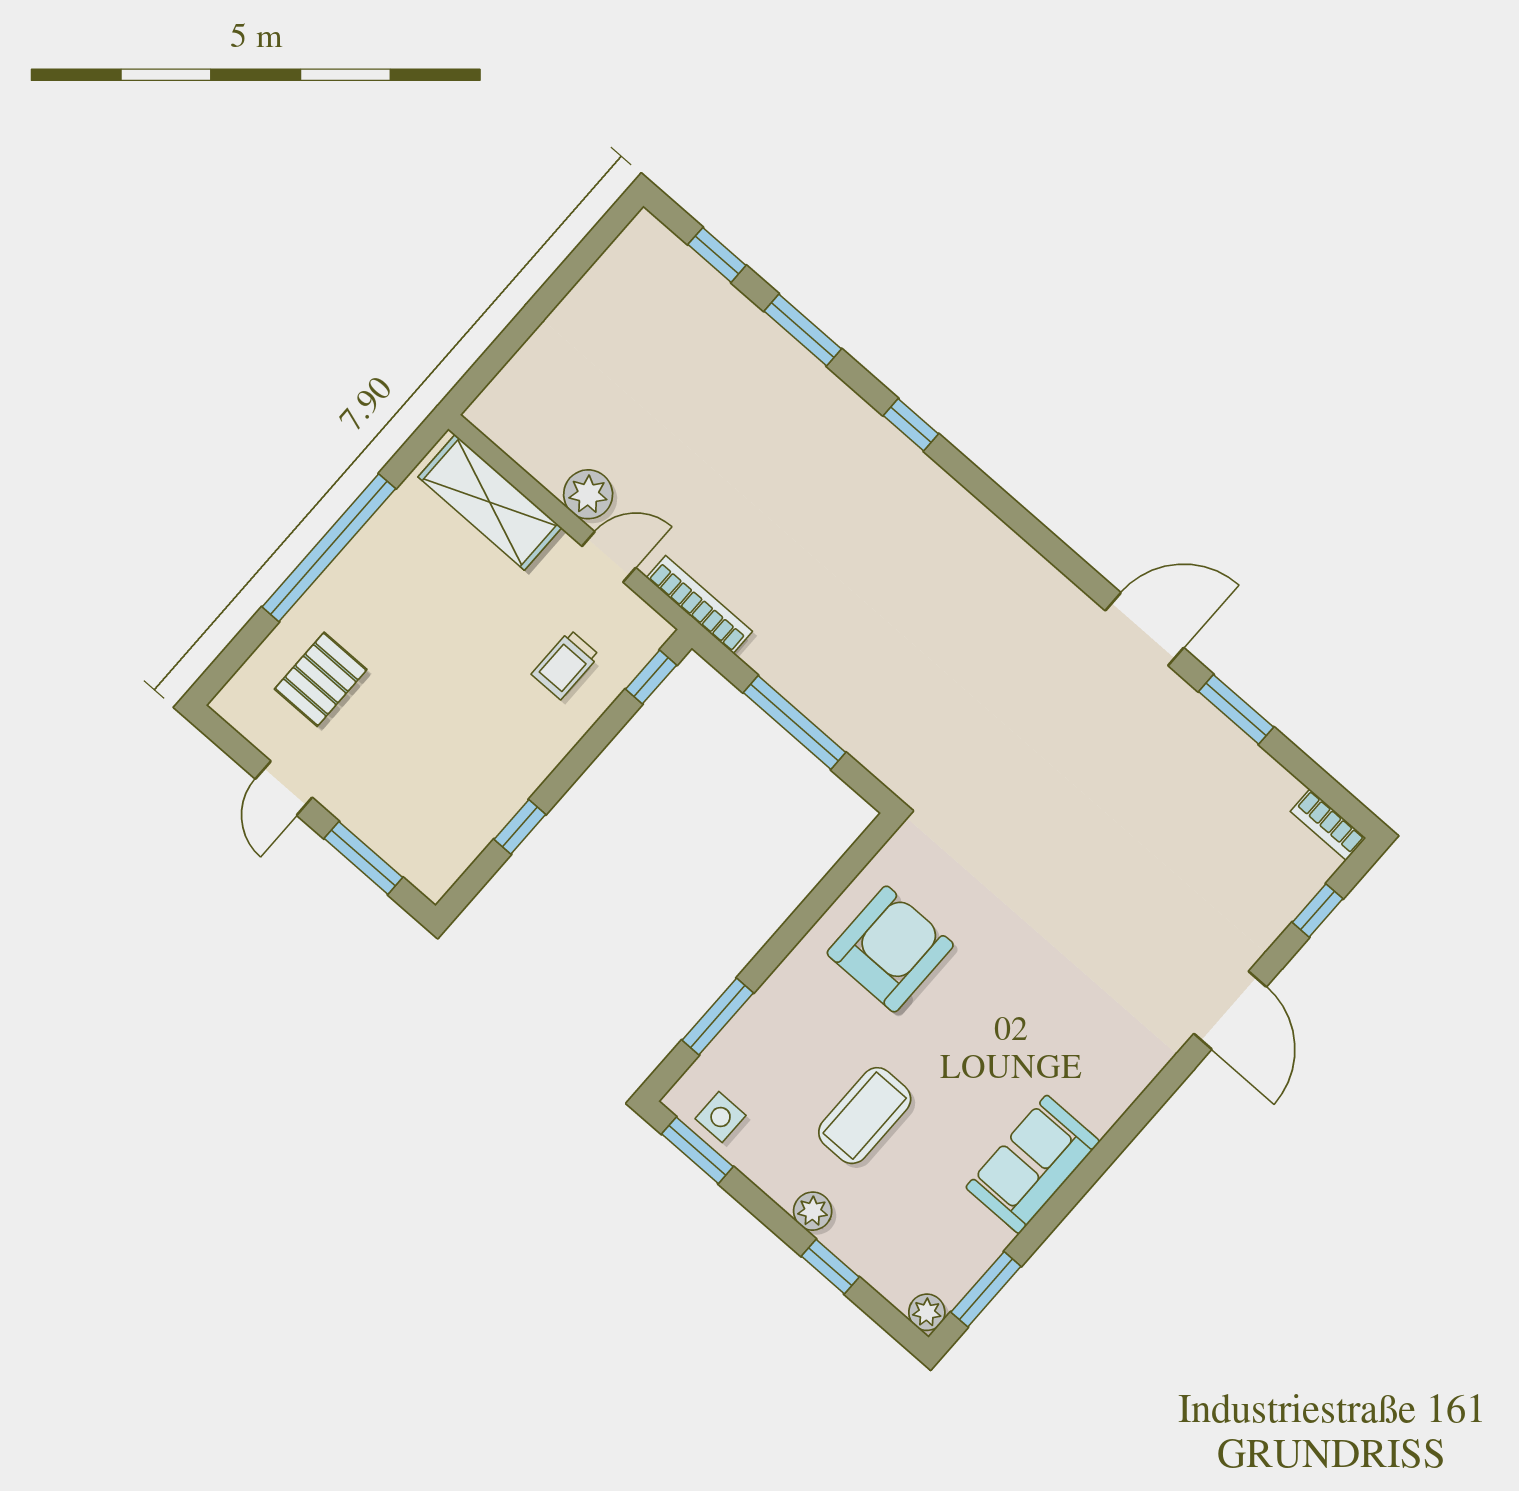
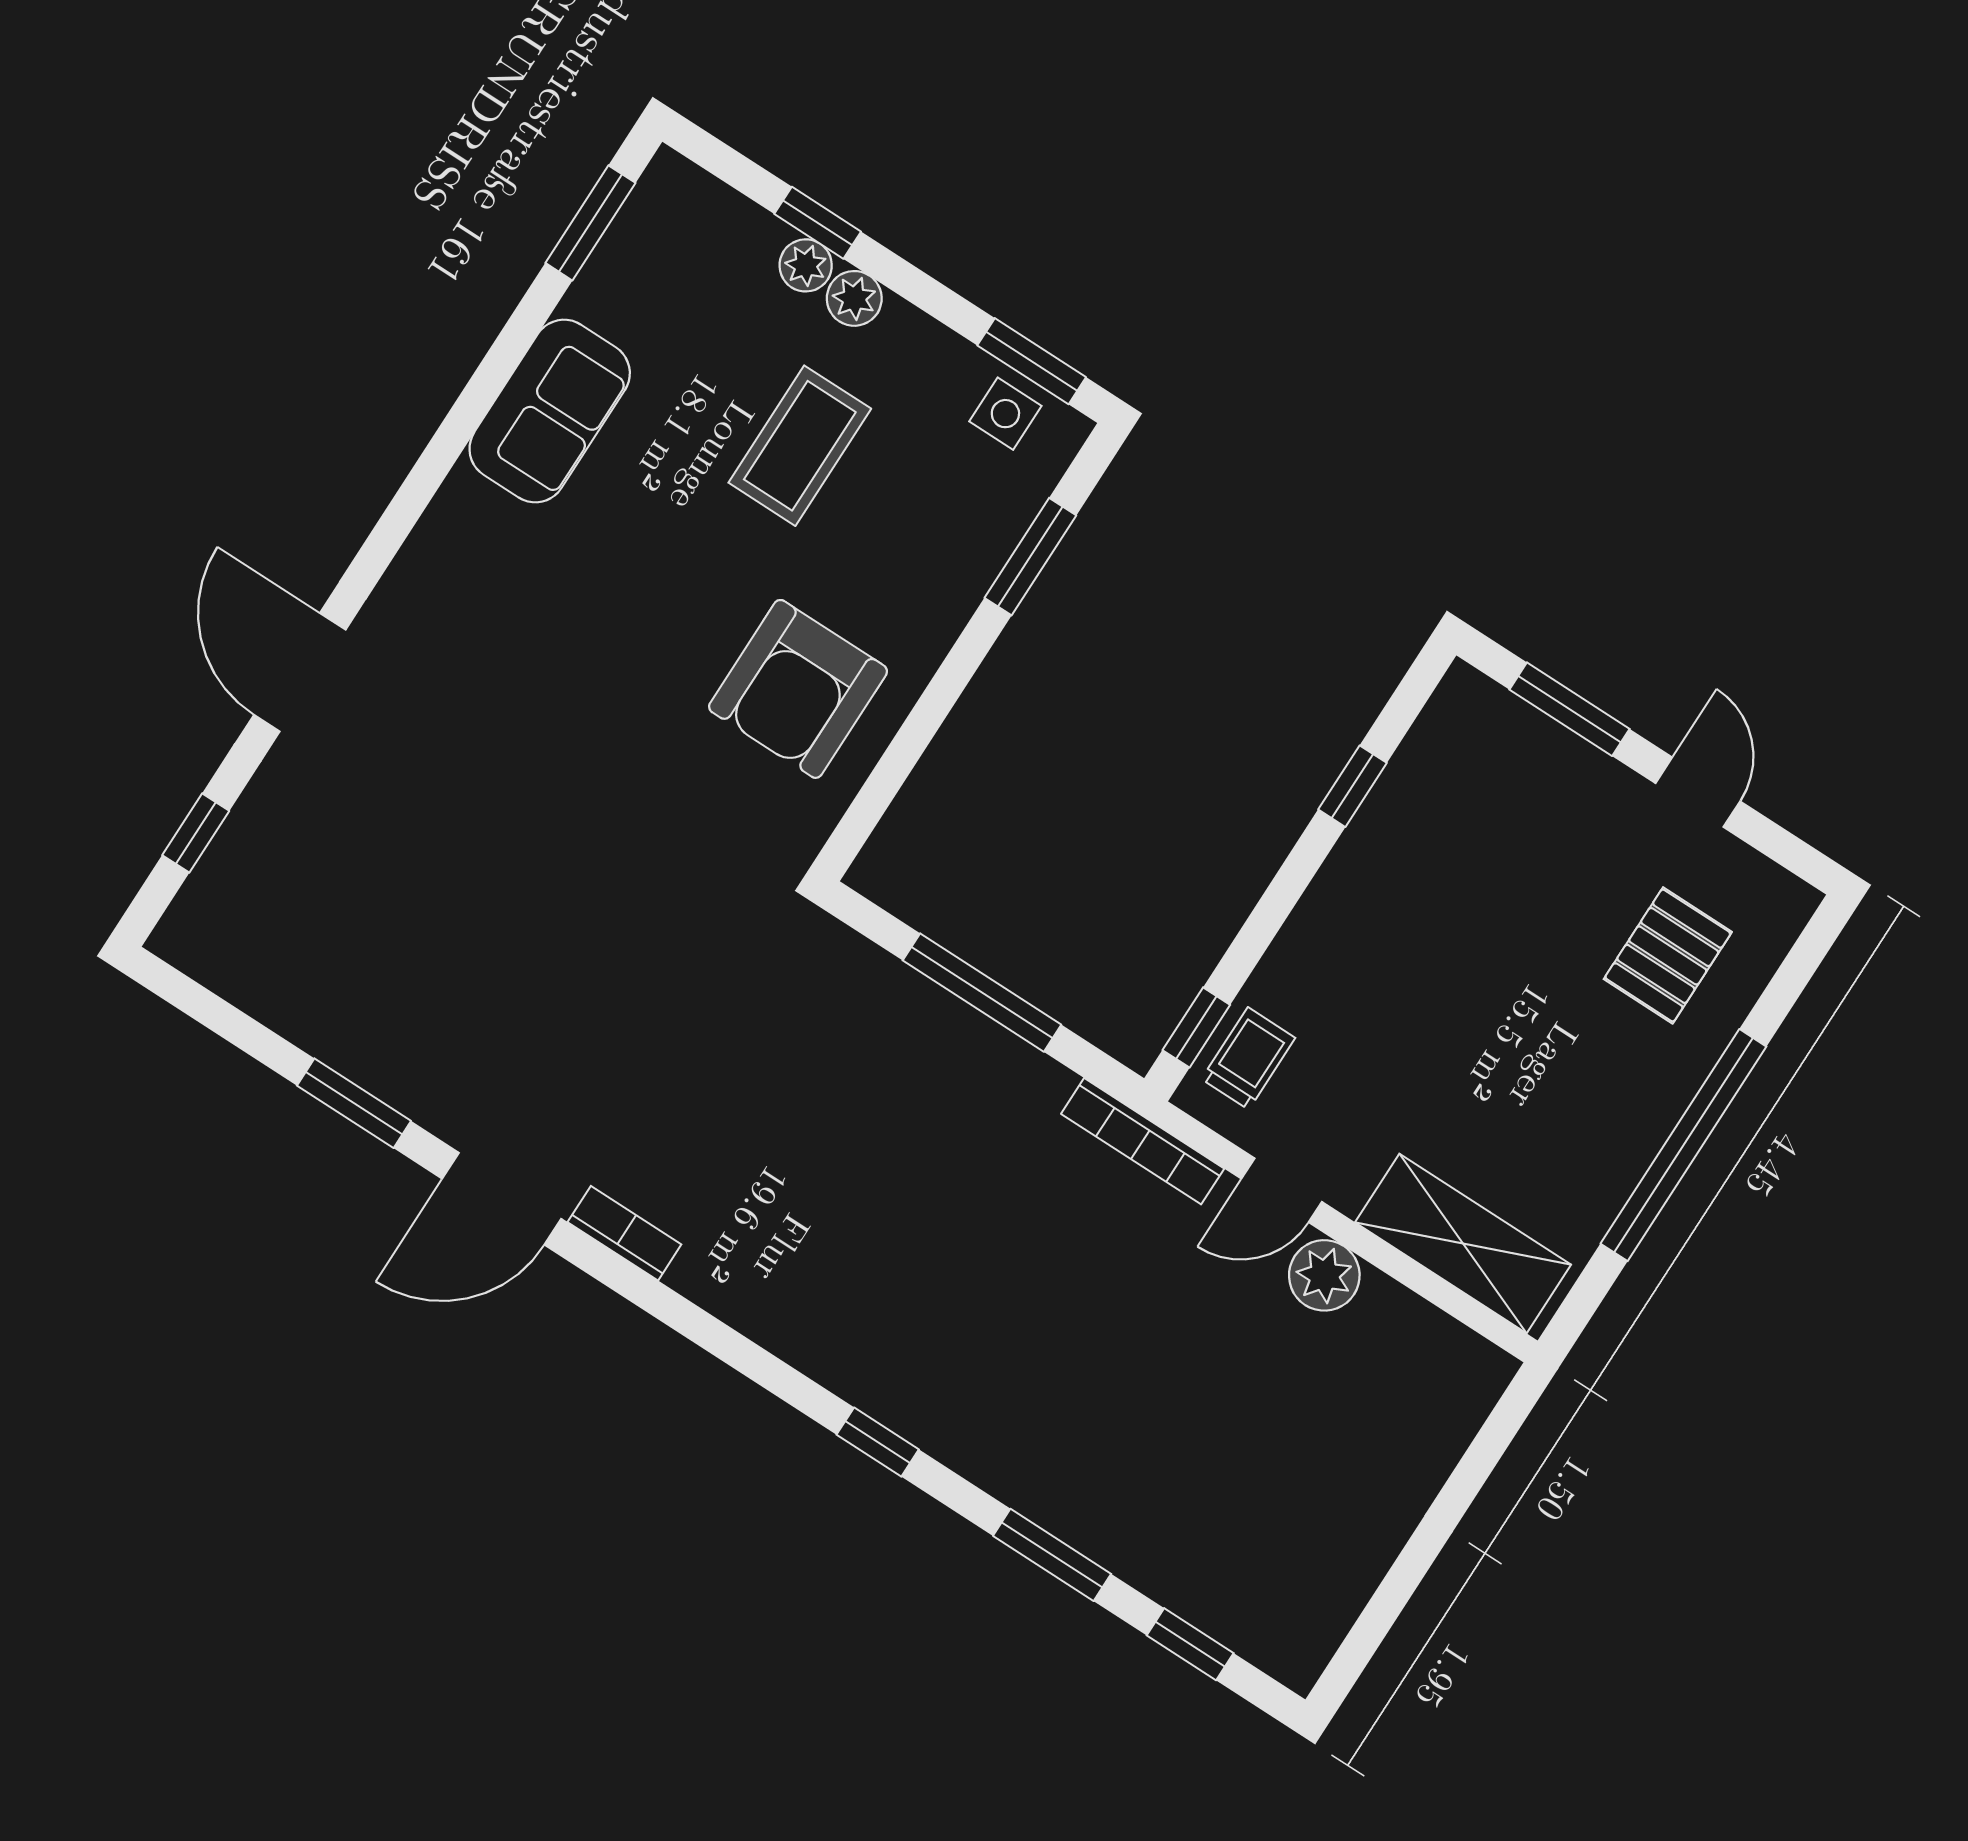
trolley: (565, 665) -> (1248, 1058), moved
bookcase: (1328, 825) -> (624, 1233), moved
plant: (927, 1312) -> (806, 265), moved

